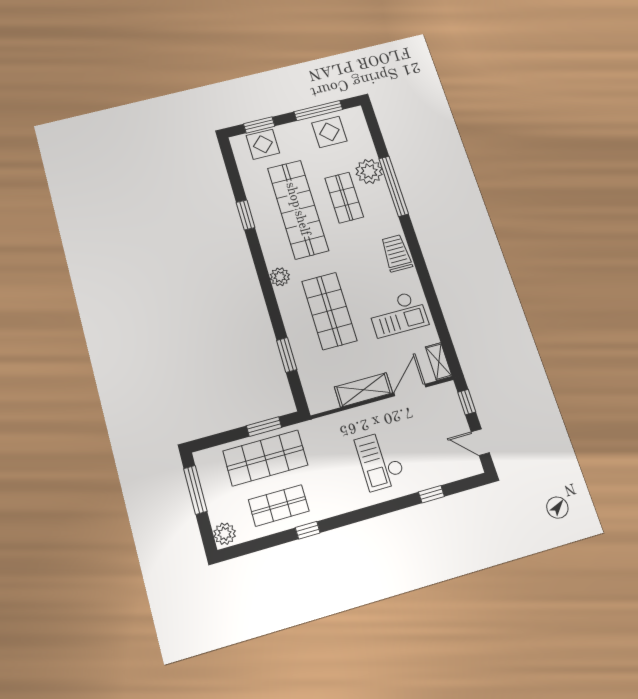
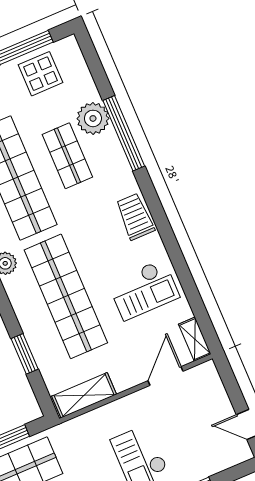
shop shelf: (329, 311) -> (66, 296), width x1.40
shelving: (363, 390) -> (84, 395), moved
window: (467, 402) -> (230, 381), removed

